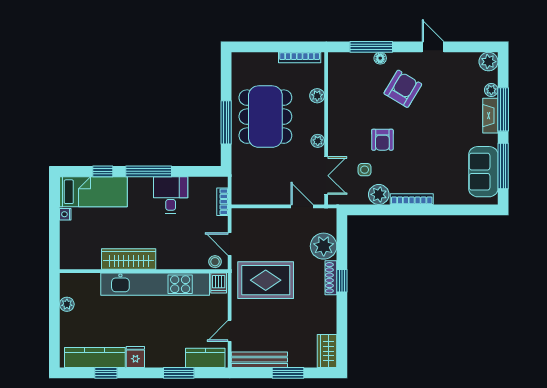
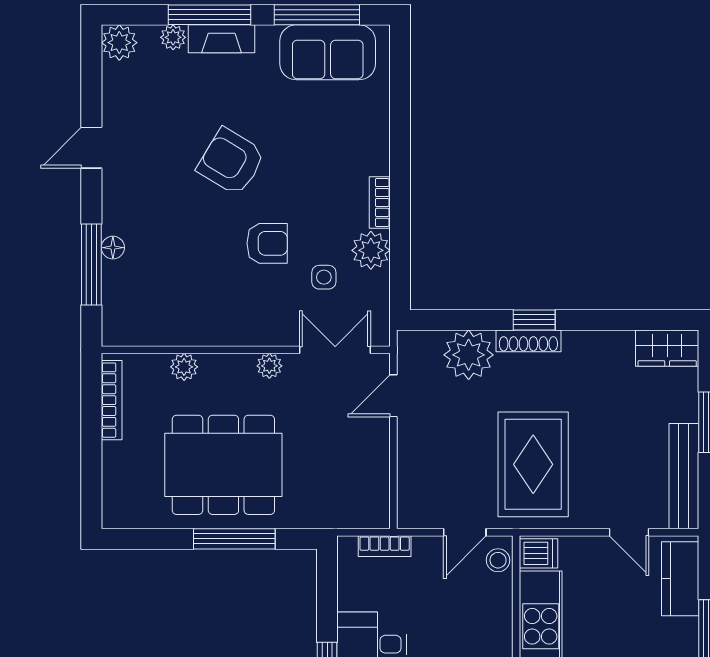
armchair: (403, 89) -> (231, 162), moved
bookcase: (412, 199) -> (380, 202), width x0.64

